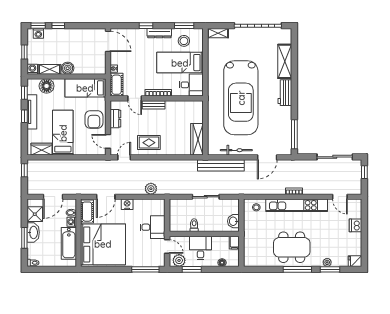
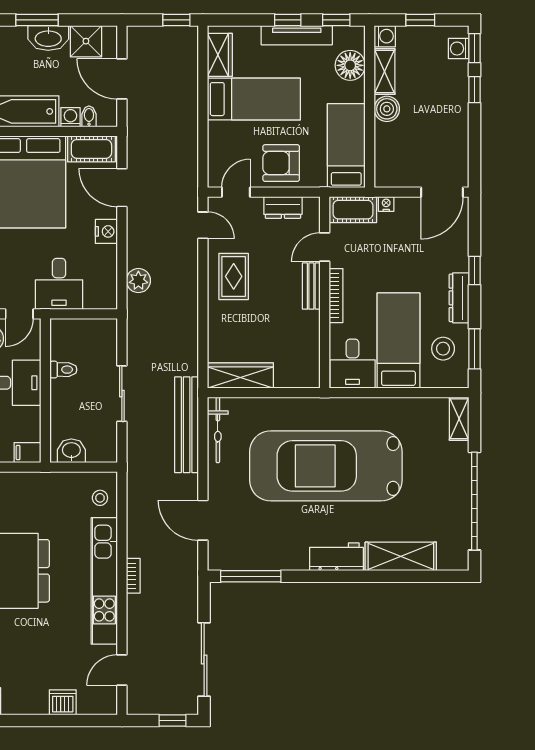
bicycle: (236, 150) -> (218, 430), moved

